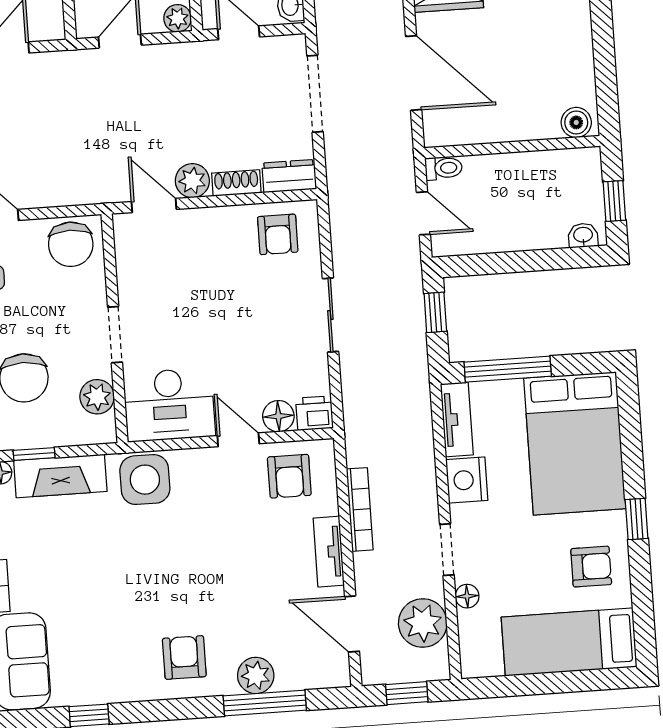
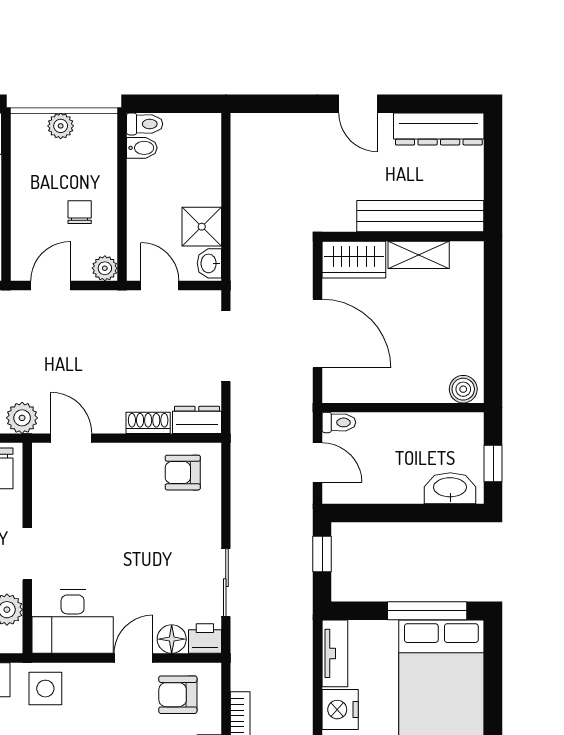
plant: (192, 181) -> (22, 418), moved
armchair: (278, 234) -> (183, 473), turned 90
washbasin: (583, 235) -> (450, 488), width x1.91, depth x1.45
sliding door: (330, 315) -> (226, 583), moved
window: (508, 369) -> (427, 611), moved
door: (238, 440) -> (133, 658), hinge flipped
armchair: (289, 476) -> (178, 695), turned 90
side table: (145, 480) -> (45, 689), width x0.73, depth x0.73

